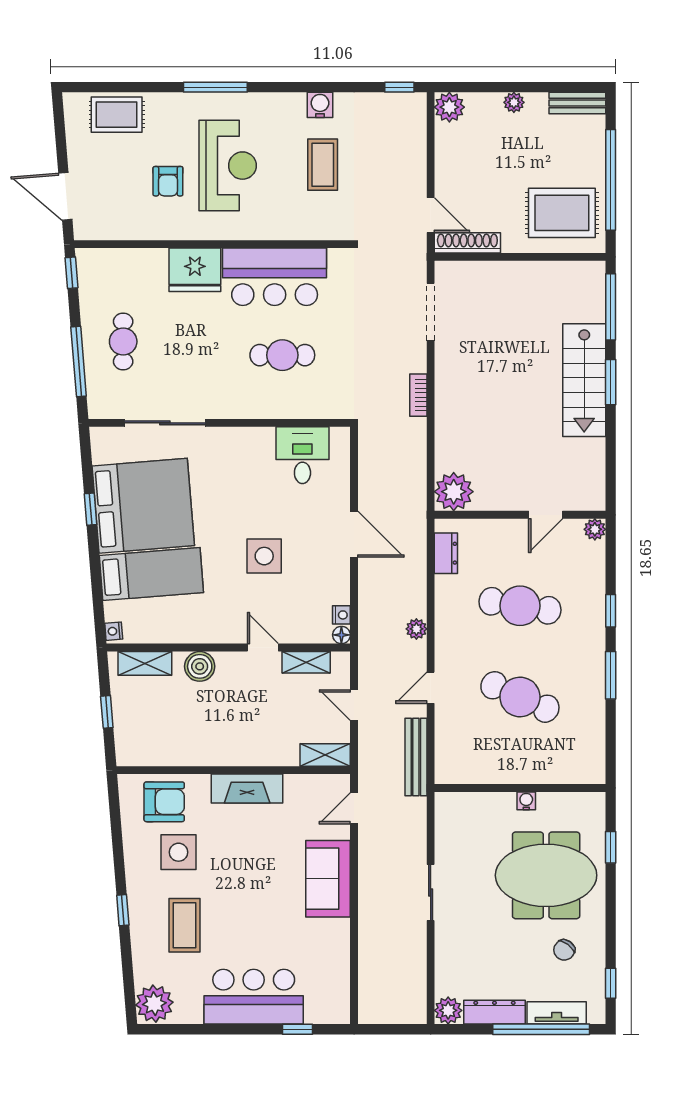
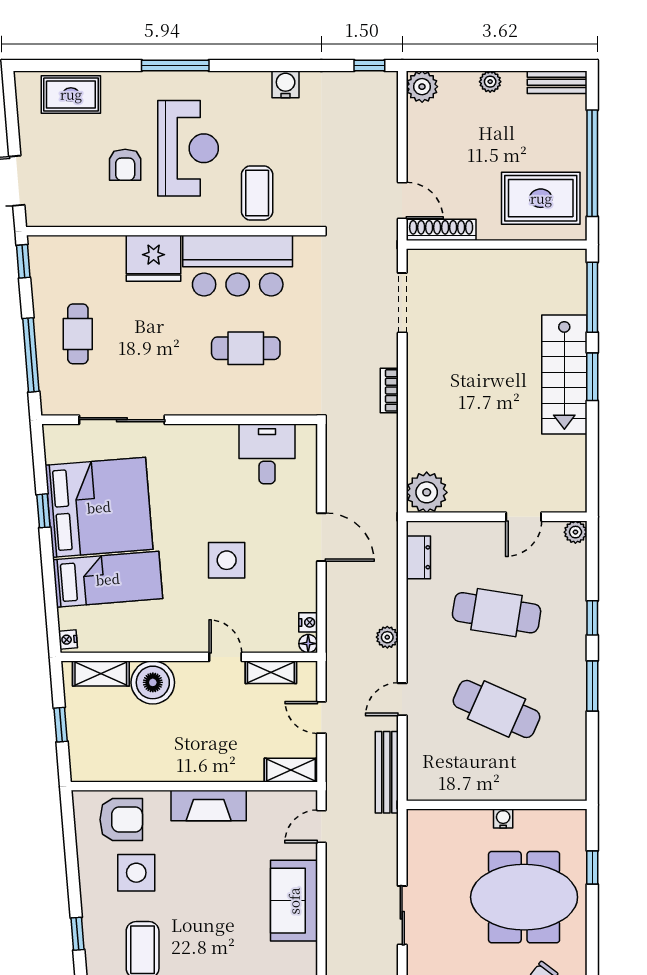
coffee table: (323, 165) -> (257, 193), moved
boiler: (200, 666) -> (153, 682), width x1.37, depth x1.37

